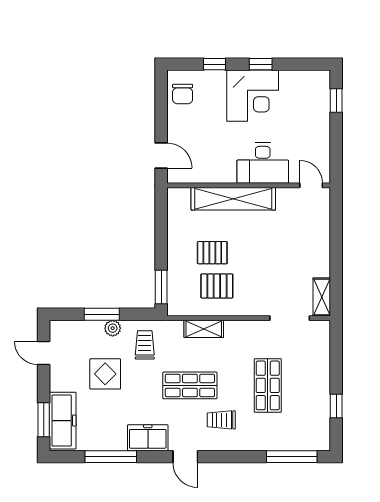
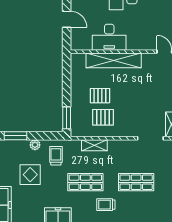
door: (161, 156) -> (67, 19), moved
desk: (263, 163) -> (109, 37), moved
window: (102, 314) -> (15, 136), moved
shop shelf: (268, 385) -> (136, 182), turned 90

